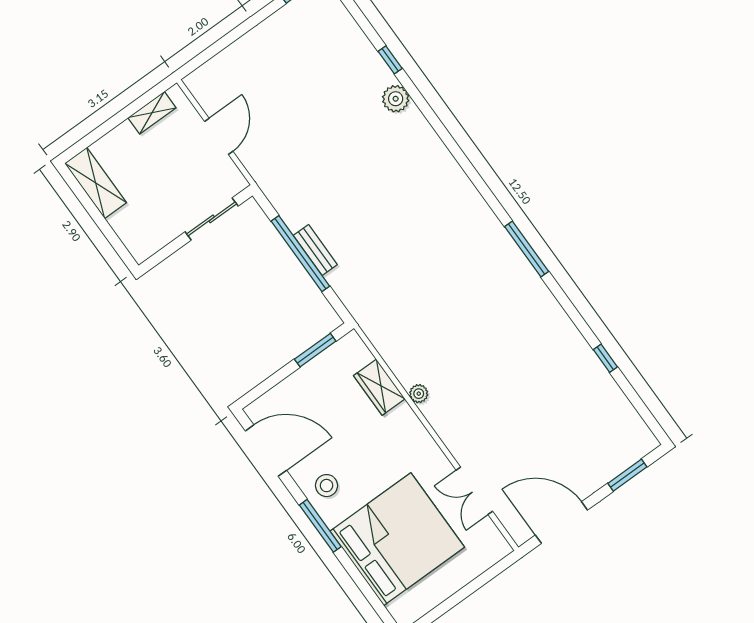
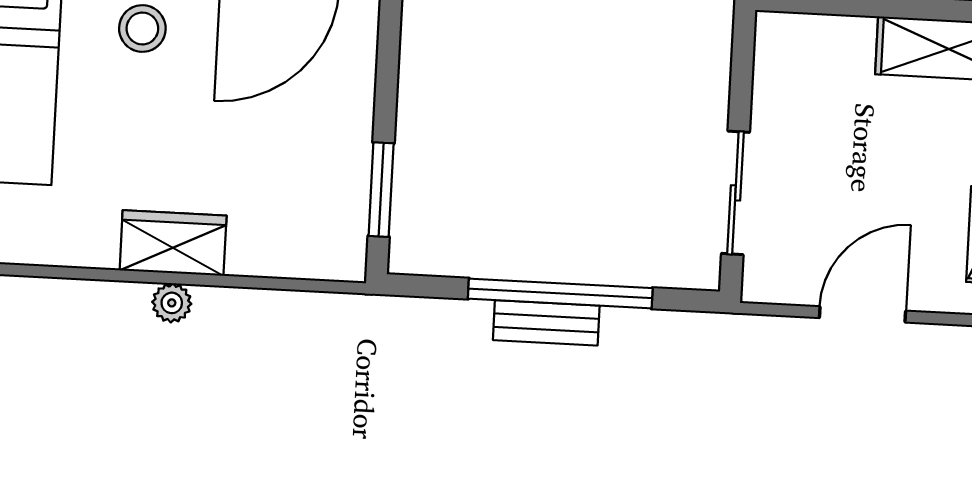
door: (219, 136) -> (863, 314), swing flipped
wardrobe: (379, 387) -> (173, 243), moved

